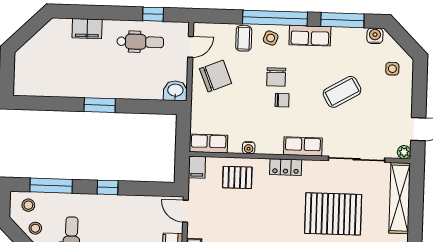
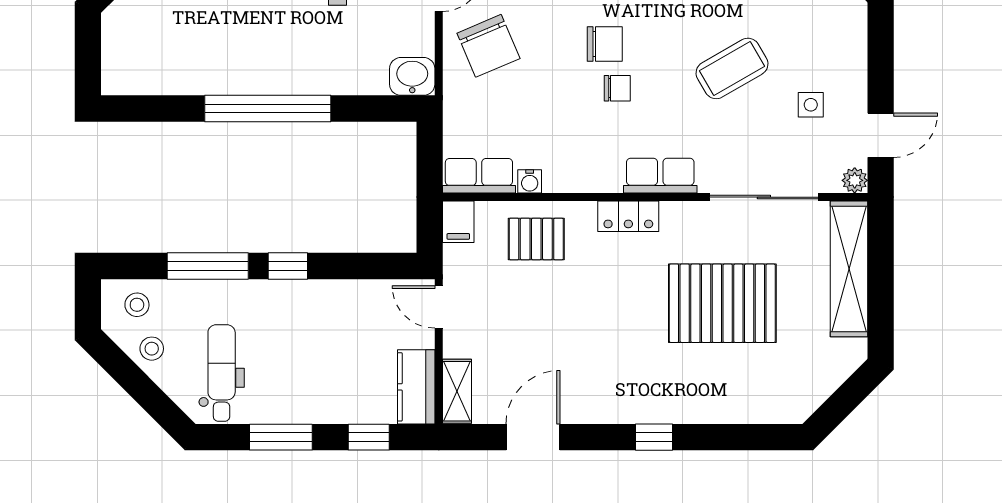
side table: (392, 69) -> (811, 105), moved
chair: (216, 76) -> (488, 46), turned 89
chair: (276, 77) -> (605, 44), turned -90
window: (100, 105) -> (268, 109), width x2.11
water cooler: (249, 148) -> (530, 181), moved
window: (51, 186) -> (208, 266), moved

